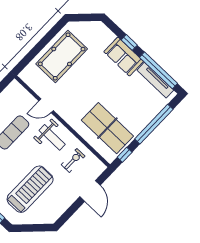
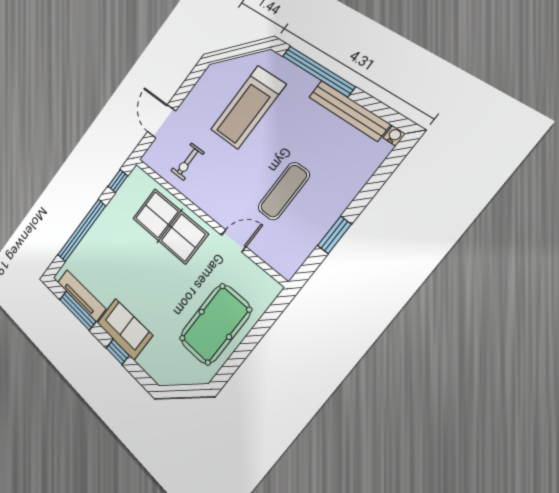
window: (158, 70) -> (78, 310), width x0.68
table tennis table: (107, 128) -> (170, 226), moved
weight bench: (52, 137) -> (221, 192), removed

